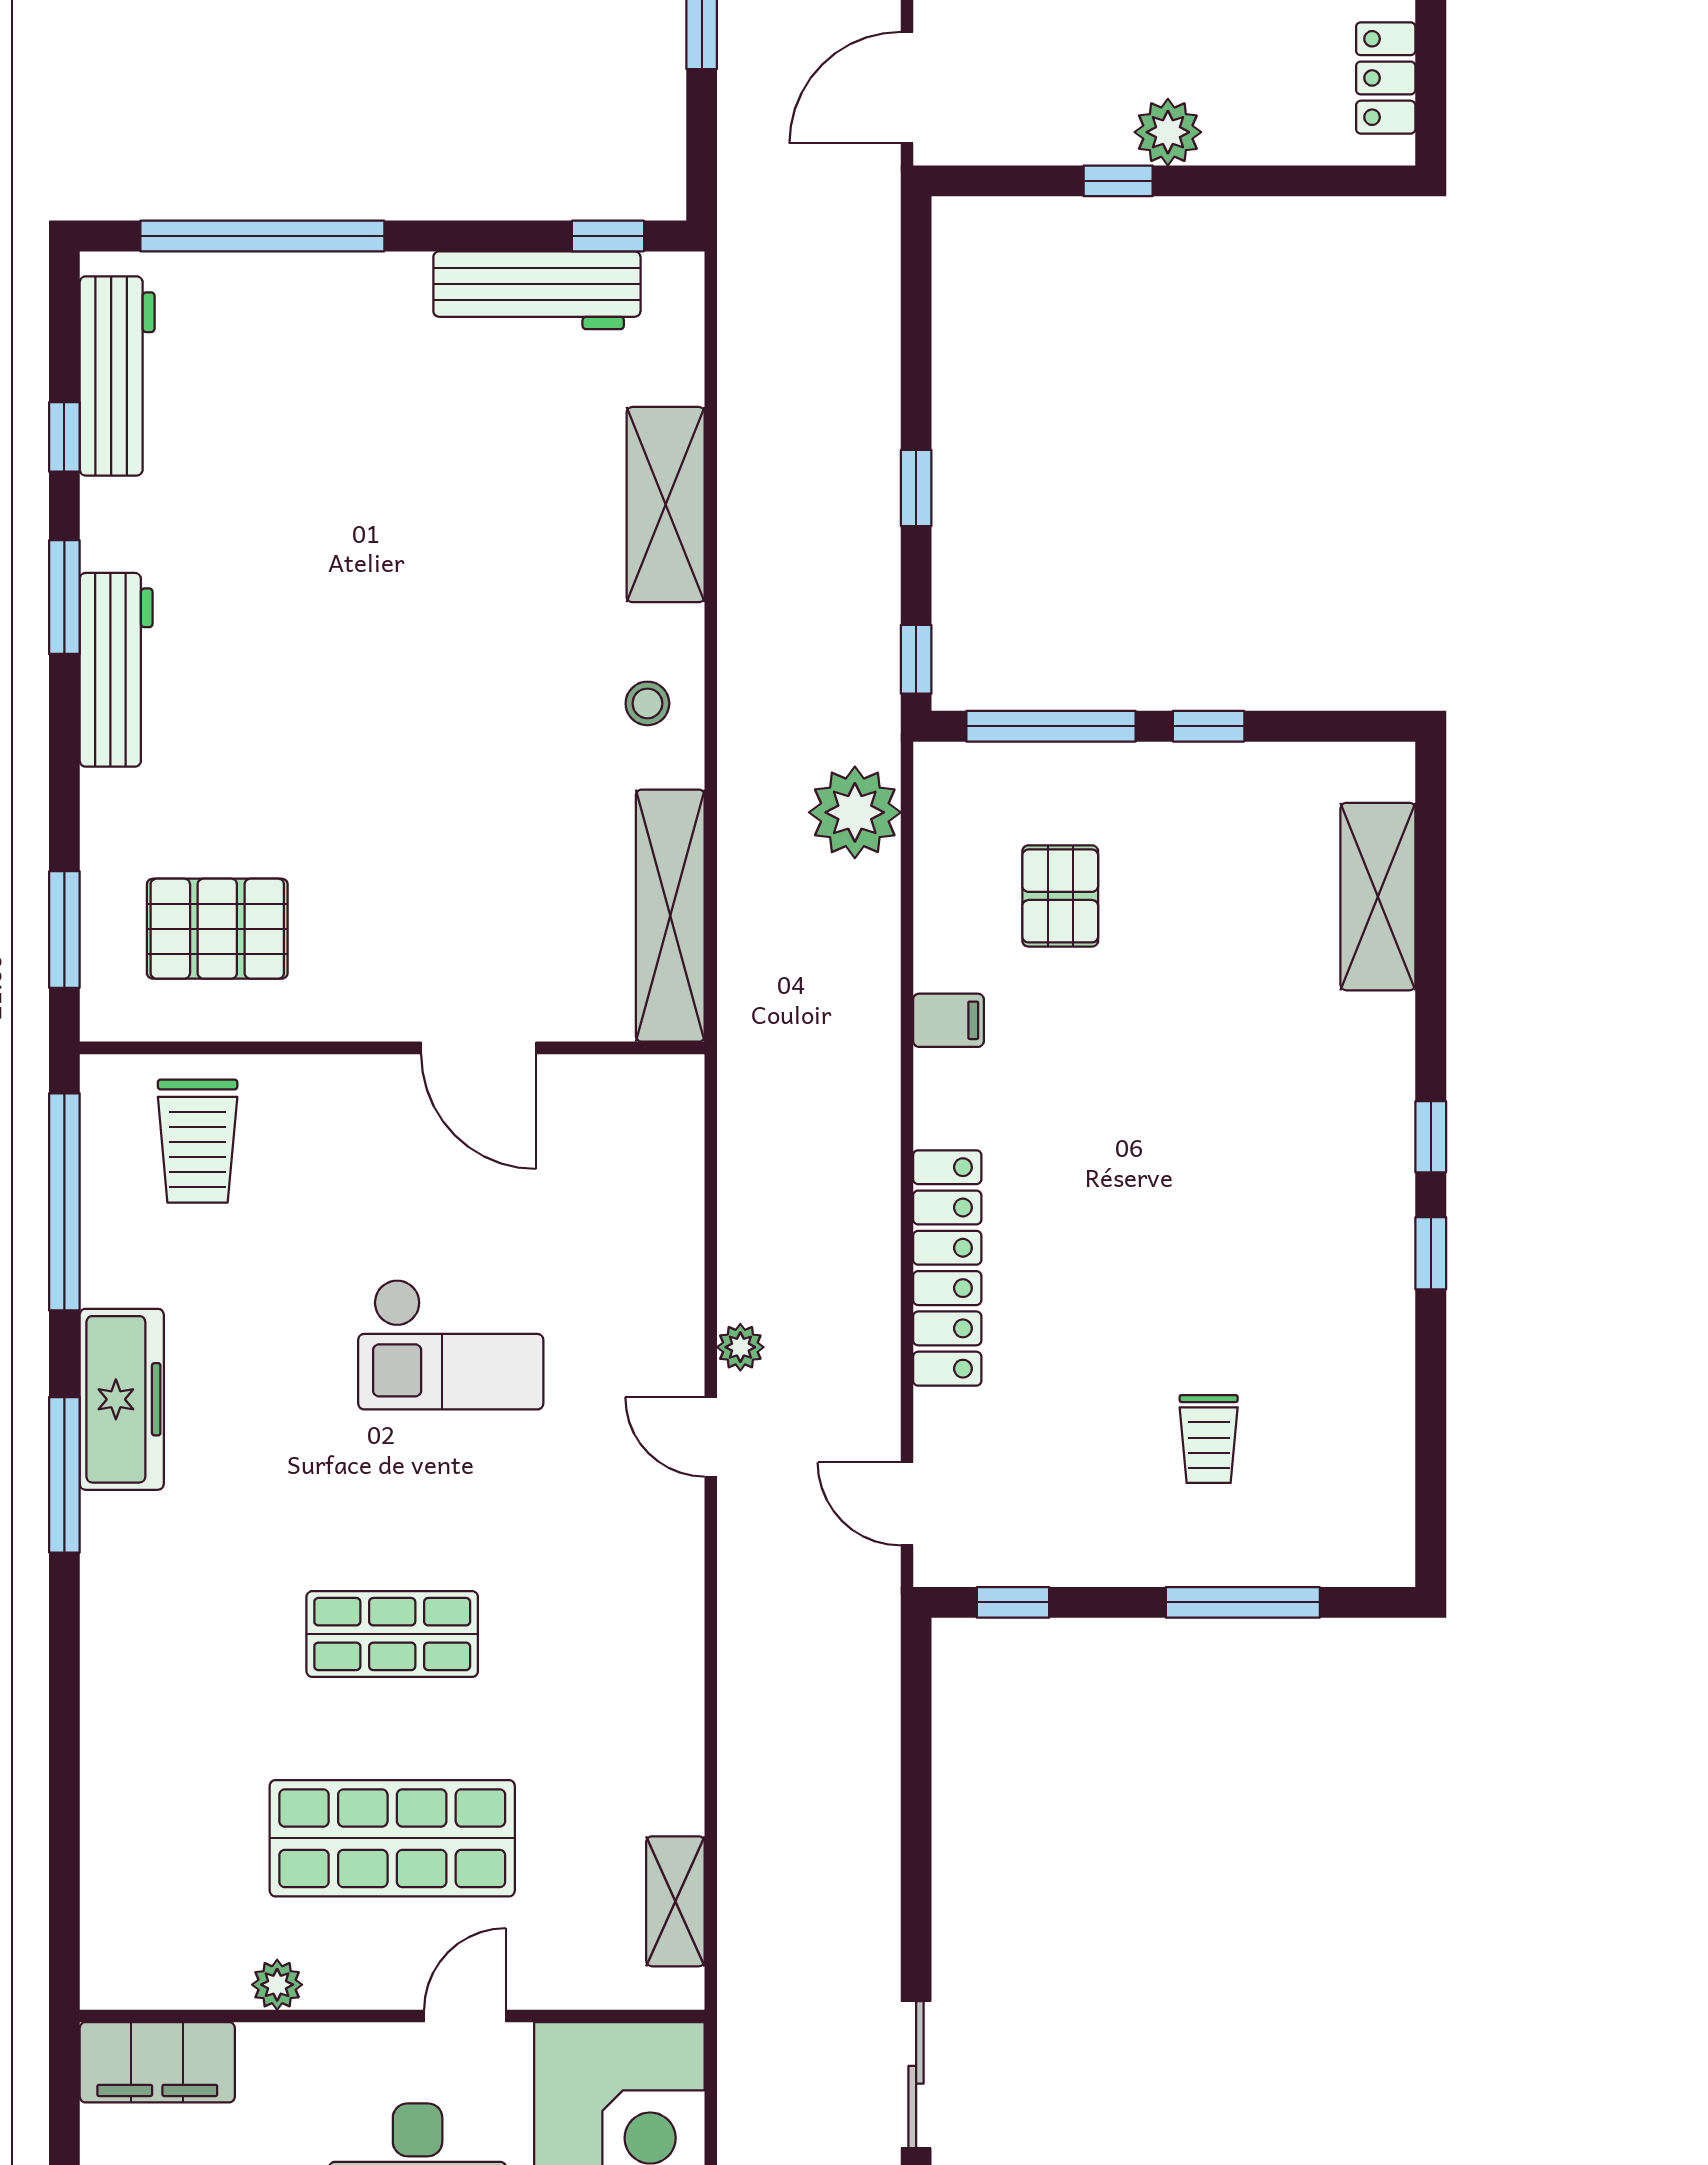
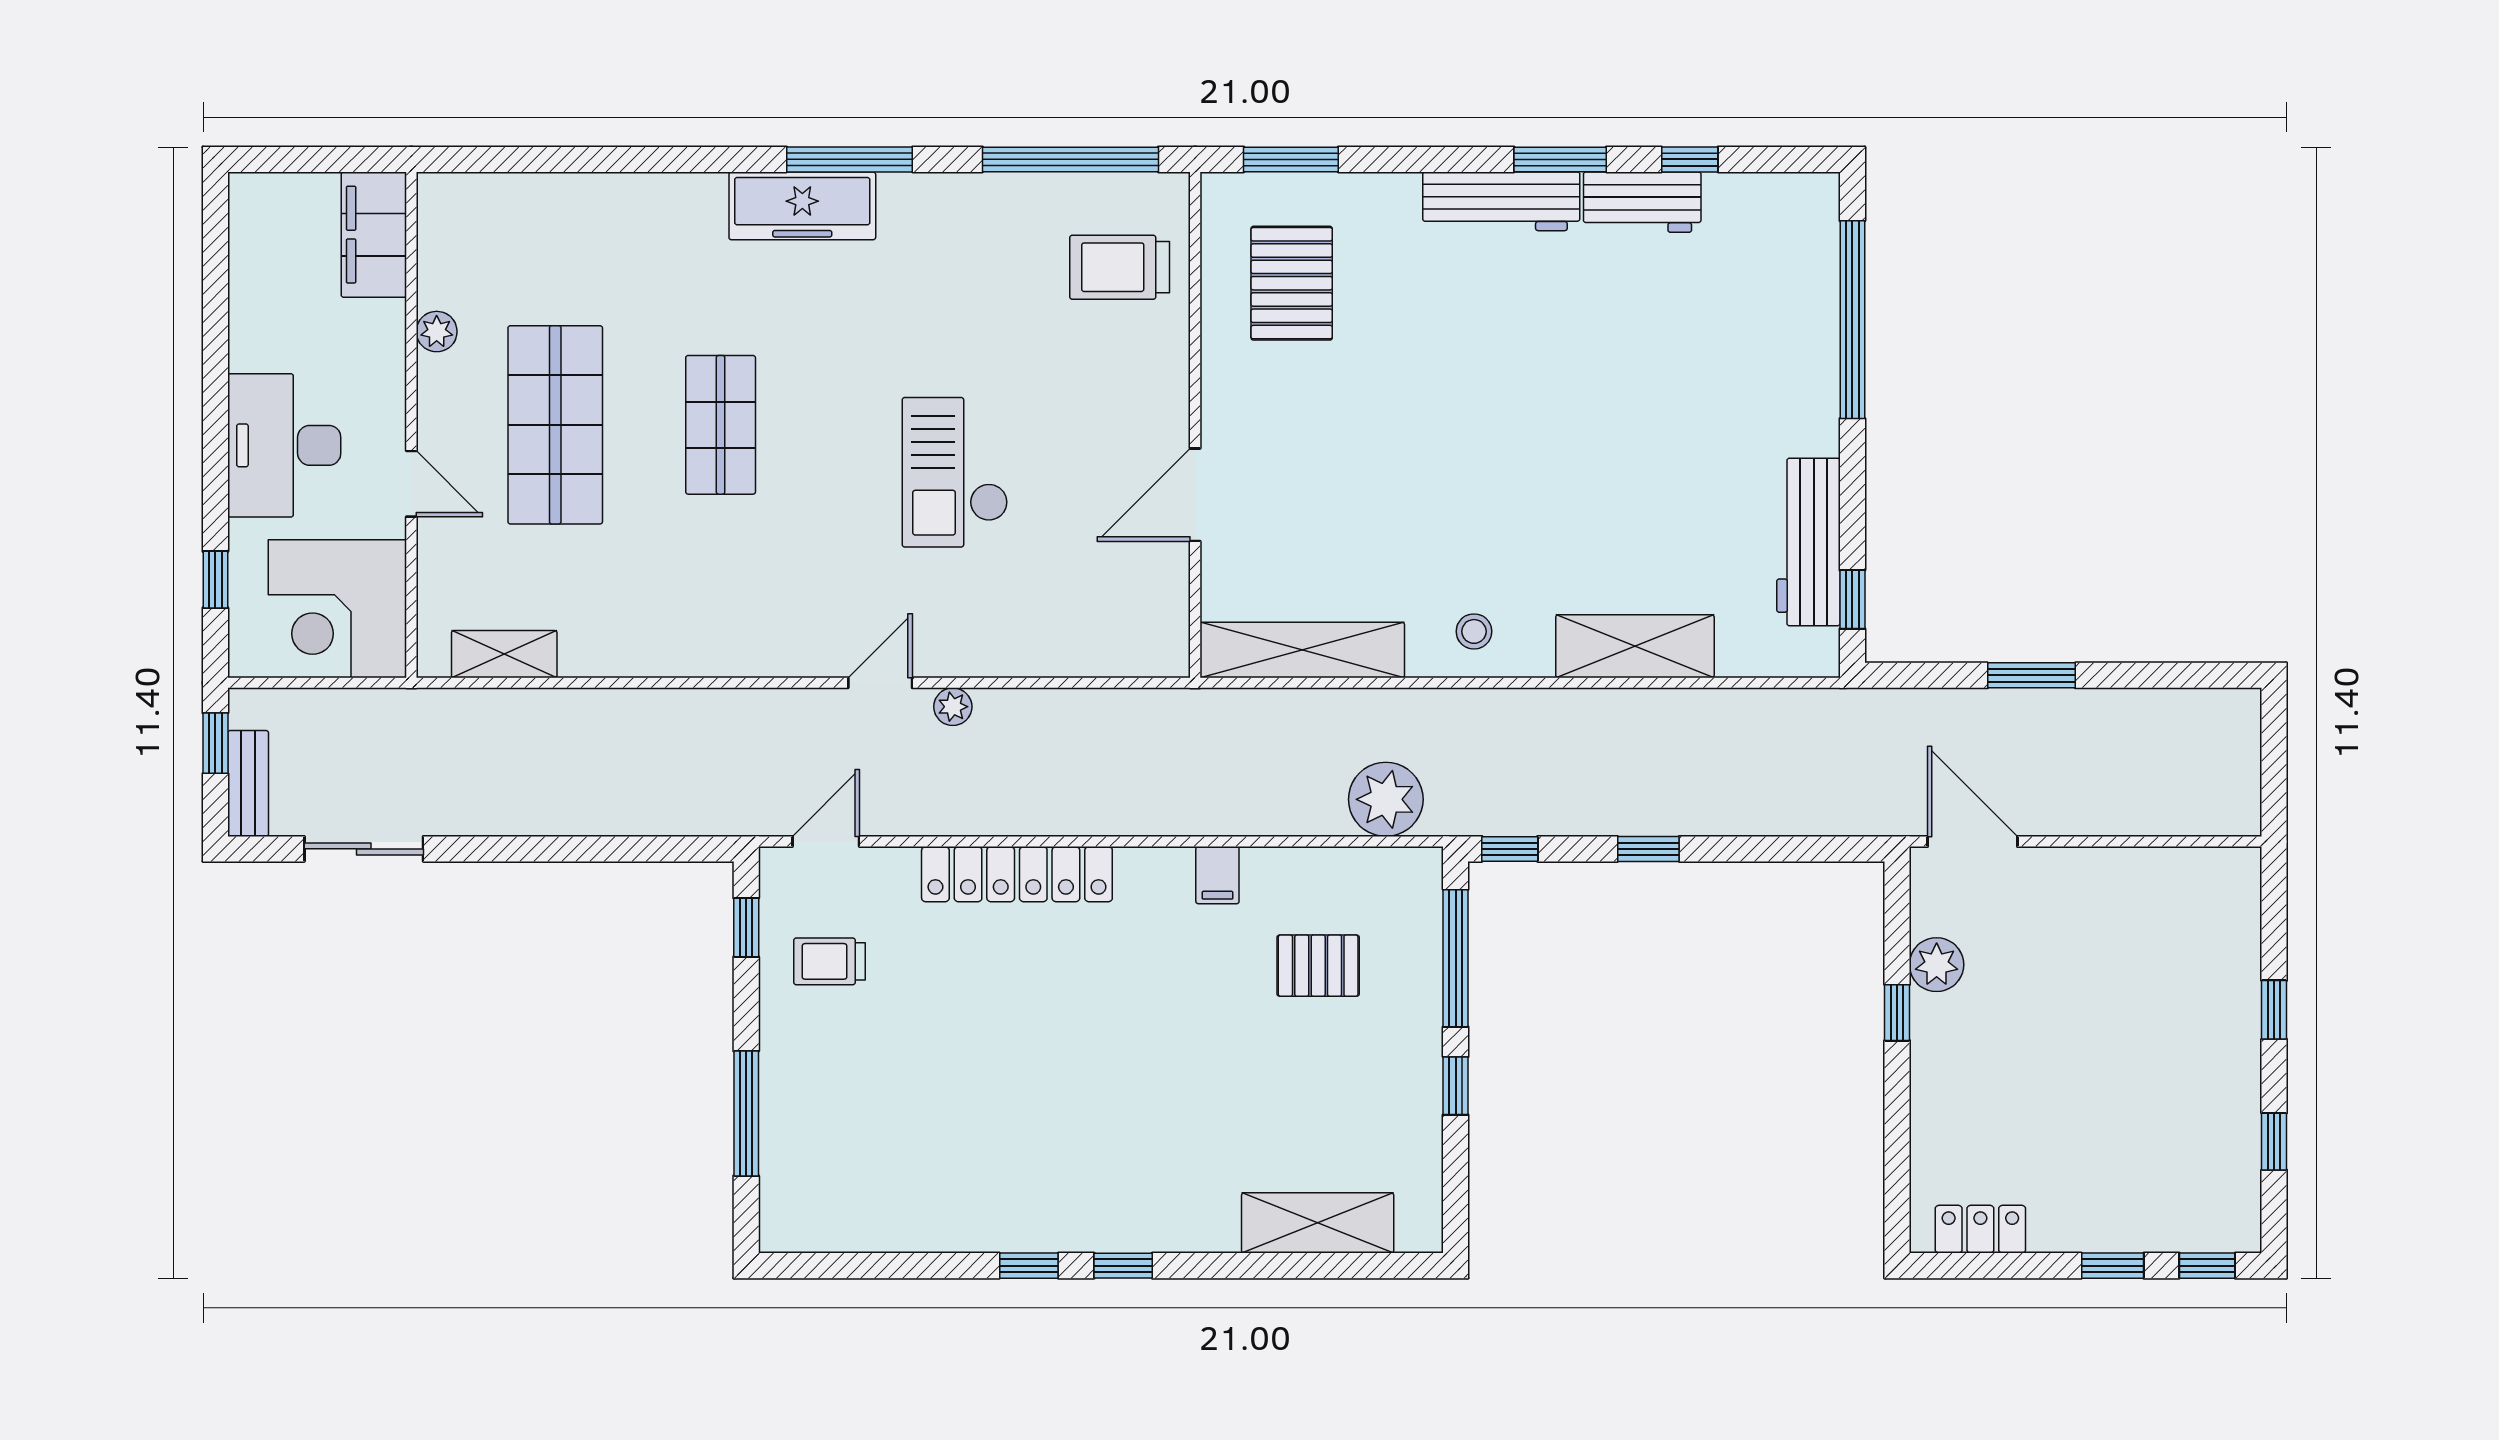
plant: (1168, 132) -> (1937, 965), moved
workbench: (117, 376) -> (1642, 202), moved, width x0.73
freezer: (122, 1399) -> (802, 206), moved
trolley: (1209, 1439) -> (829, 961), moved

